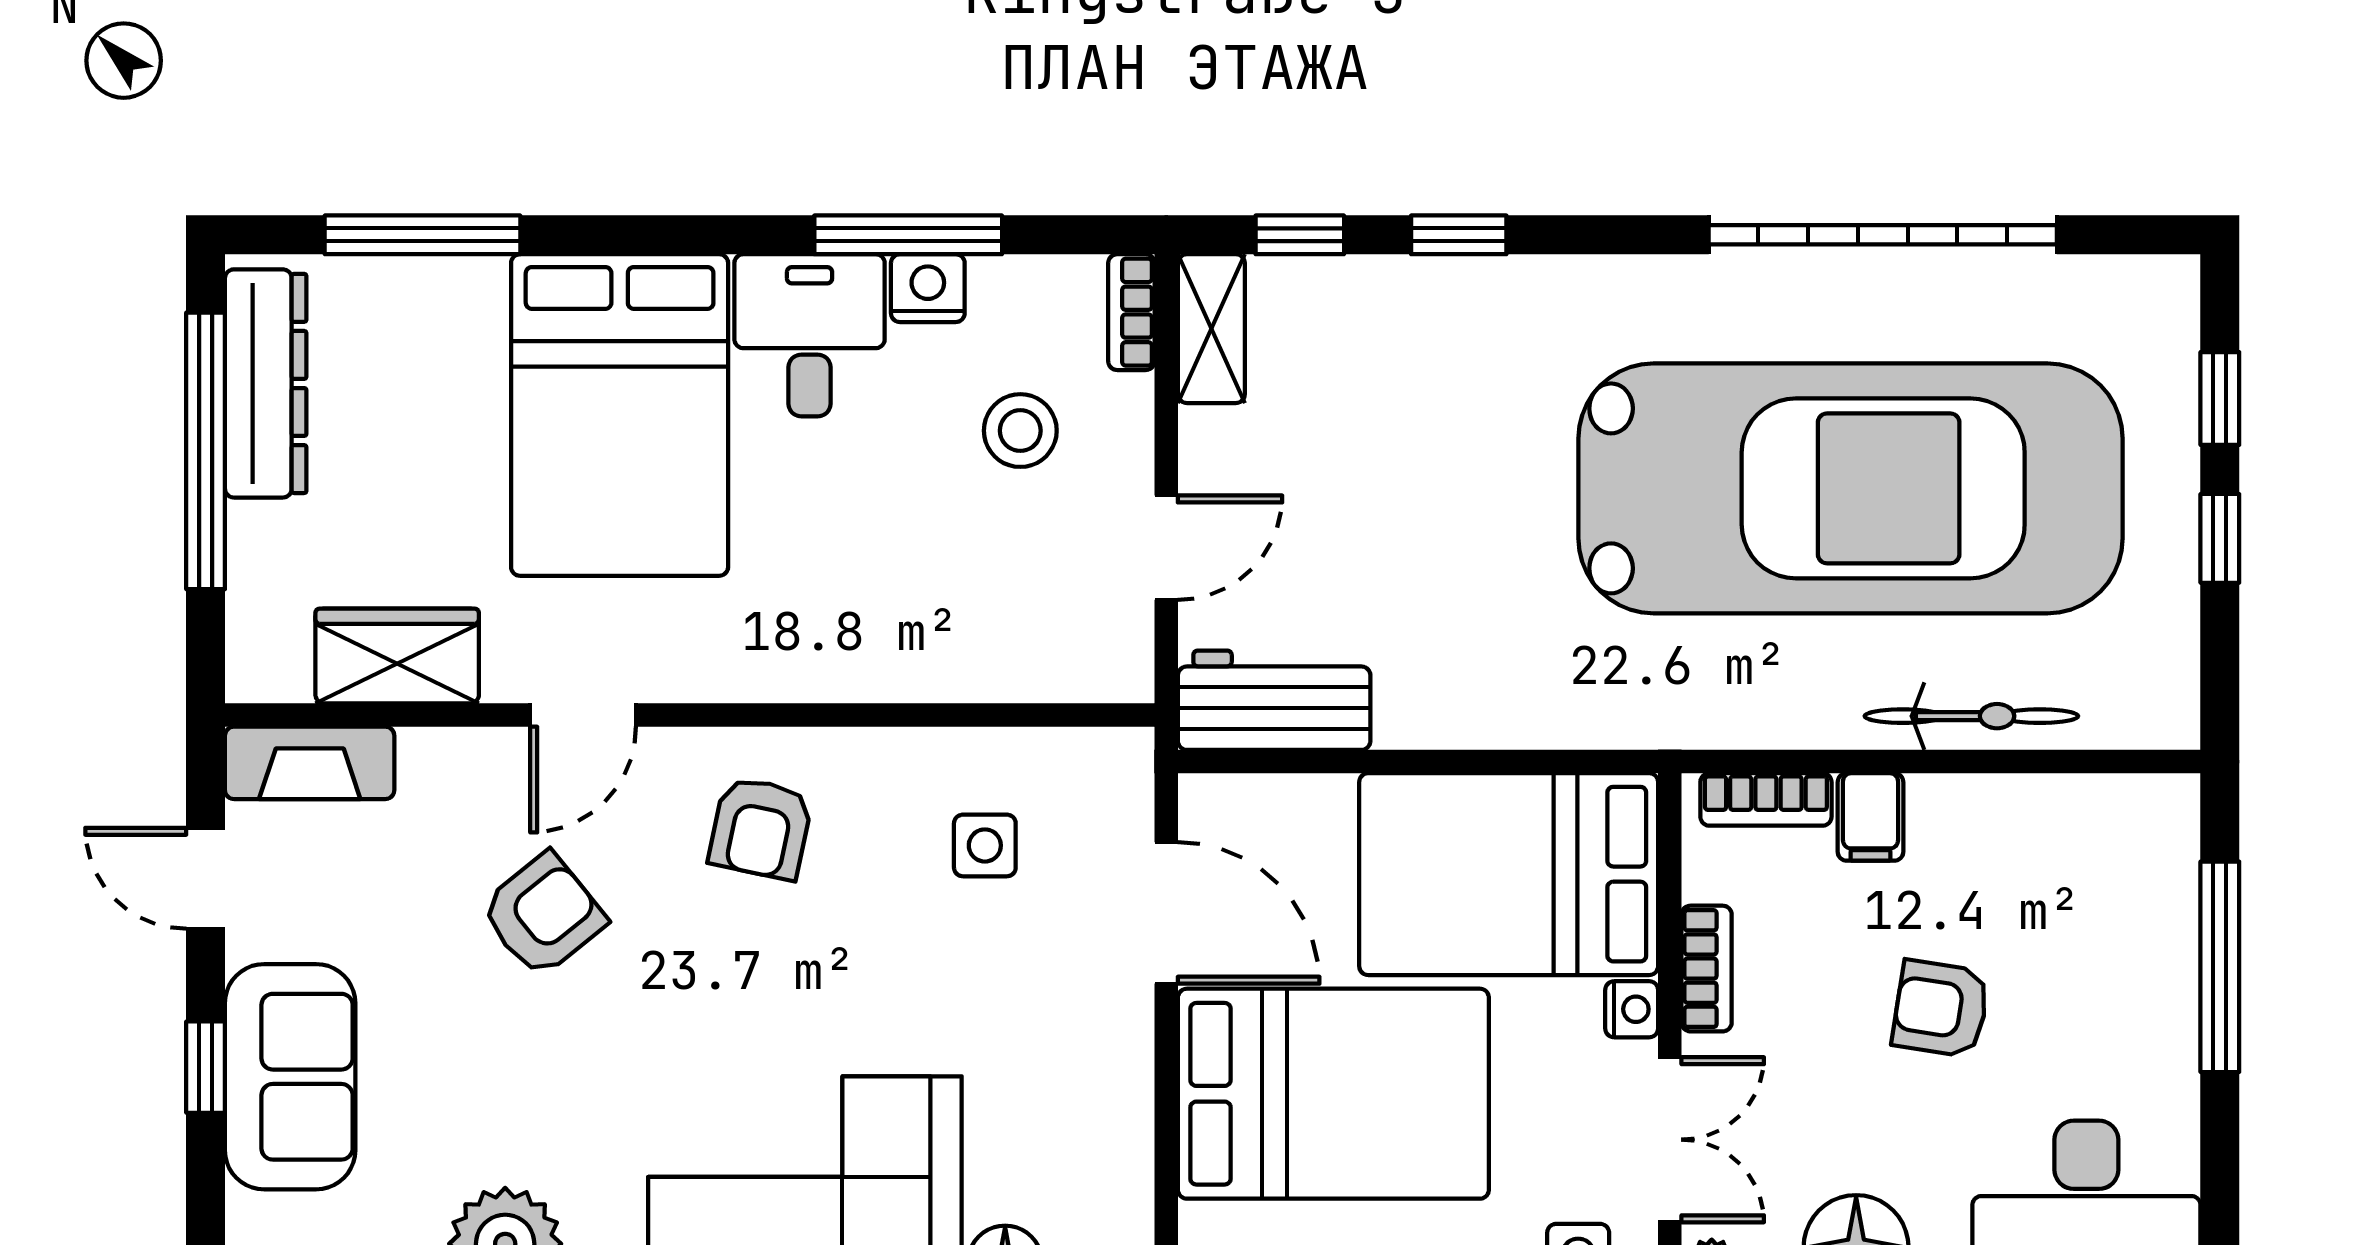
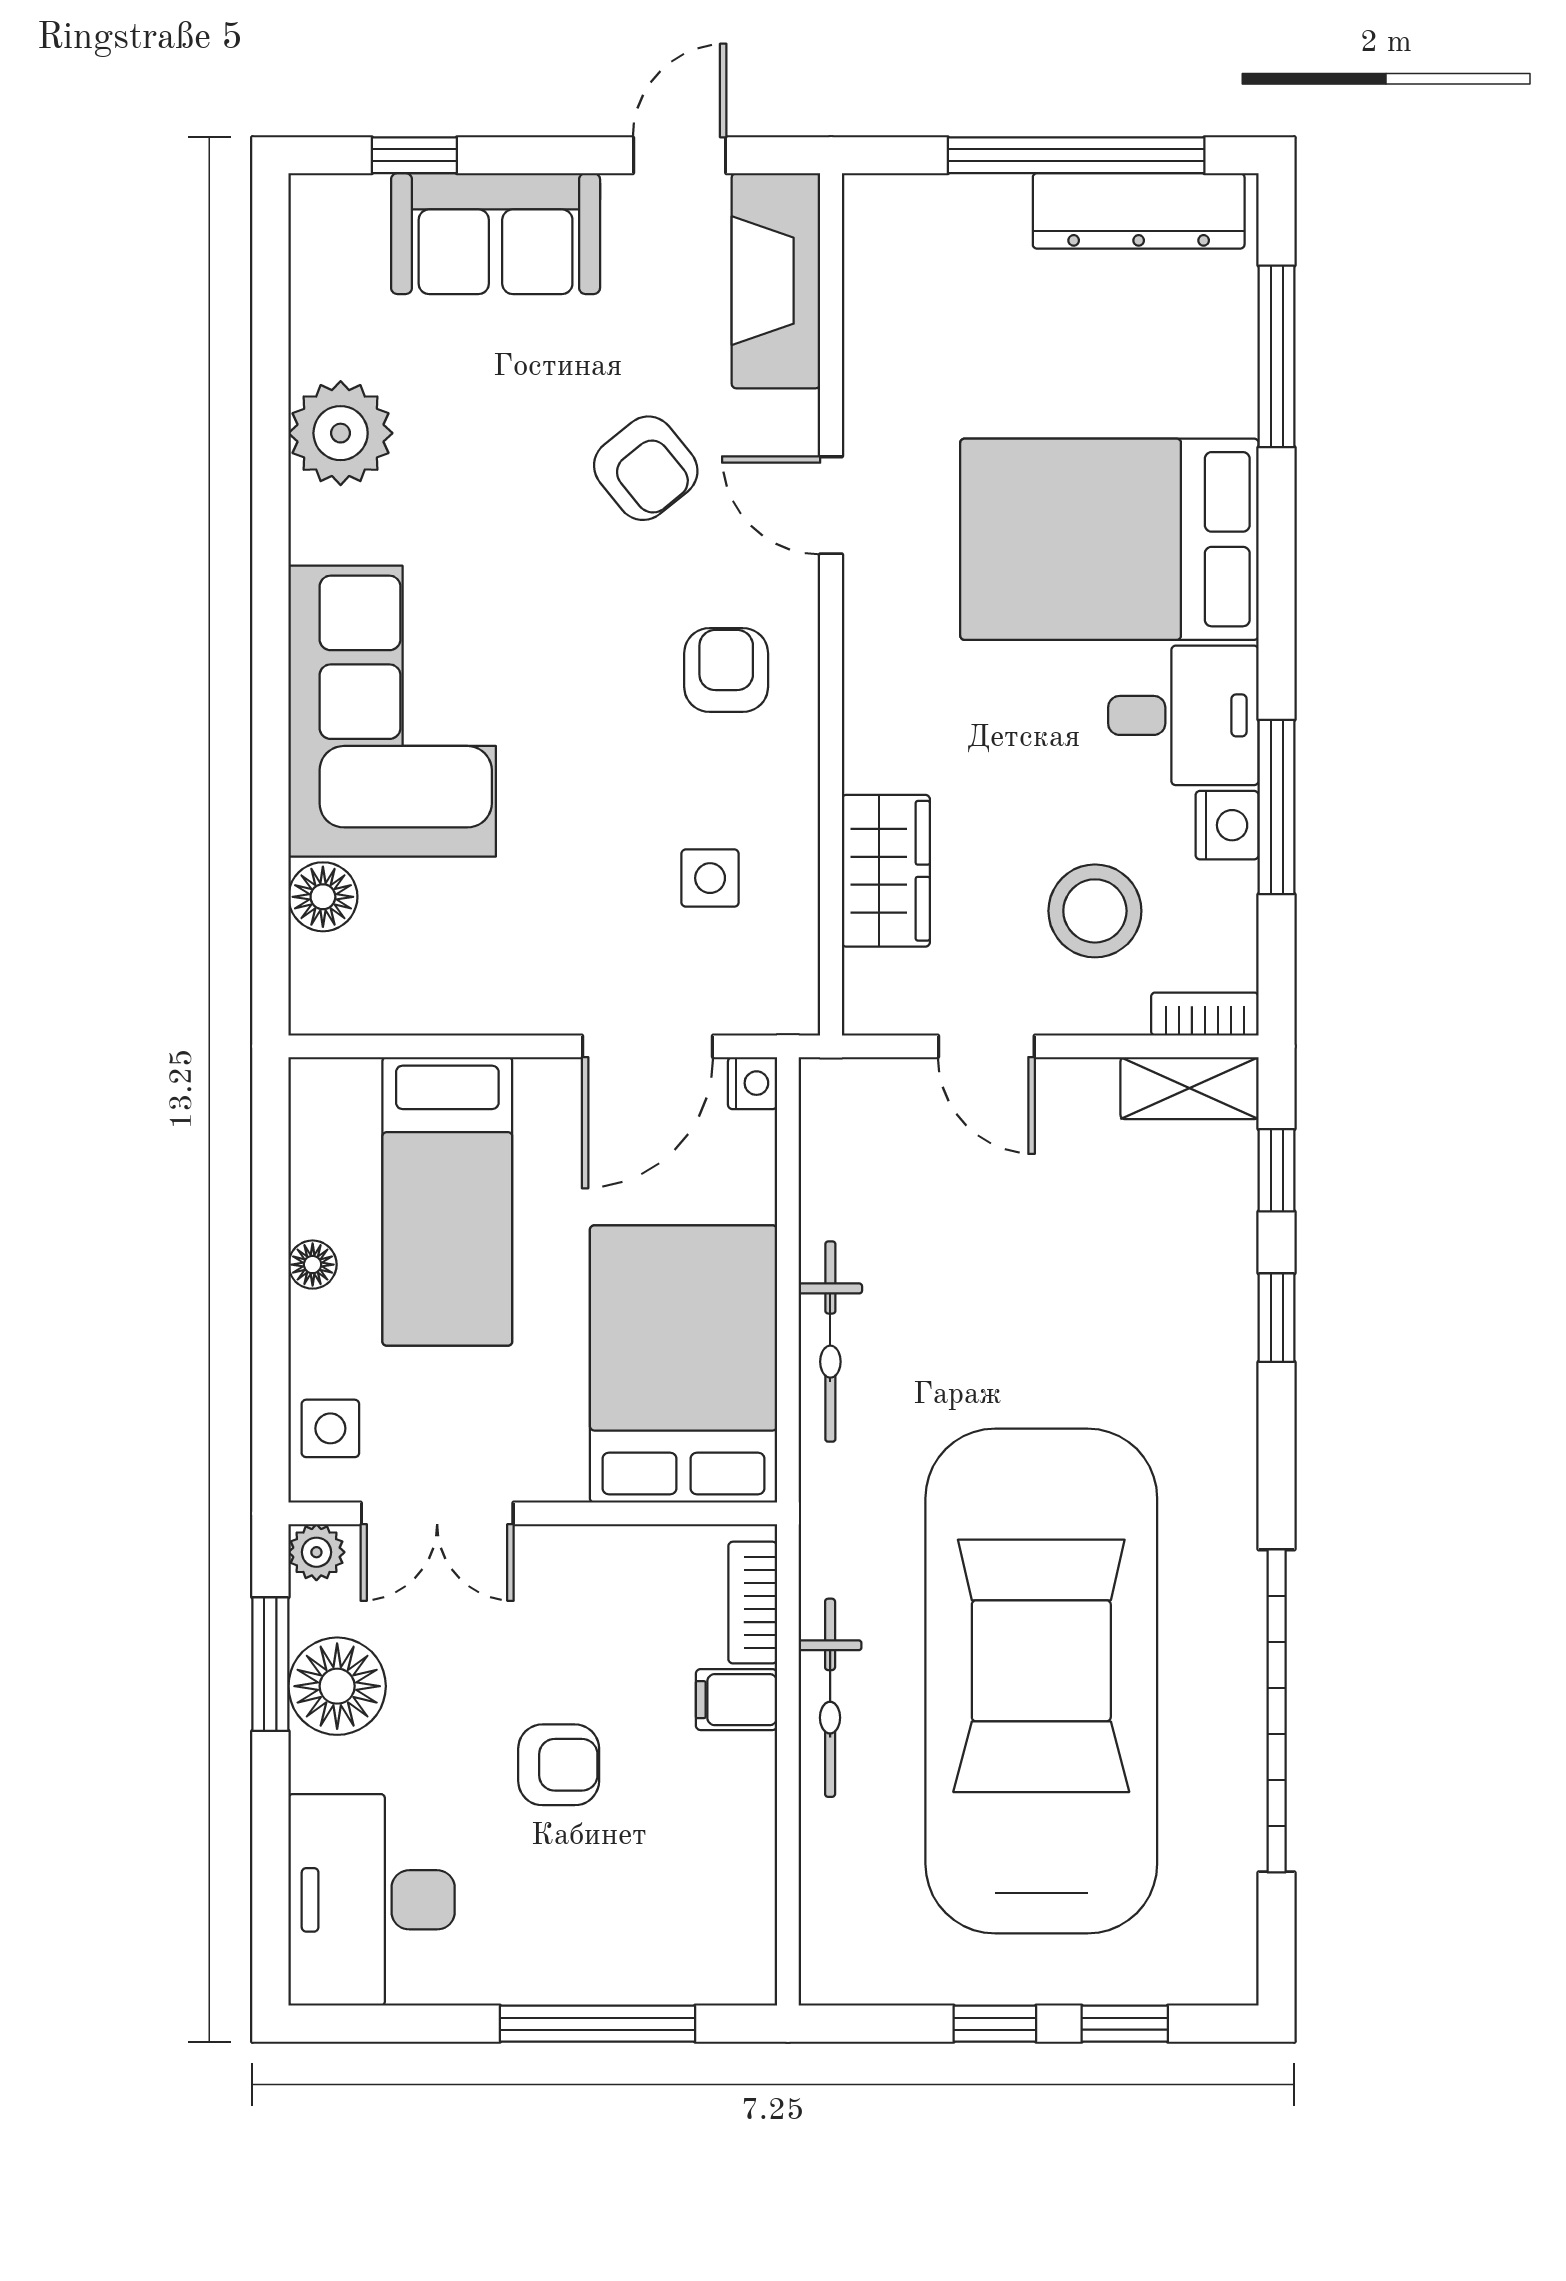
stool: (1020, 431) -> (1095, 911), width x1.38, depth x1.38
car: (1851, 488) -> (1041, 1681), turned 180
wardrobe: (397, 656) -> (886, 871), moved
workbench: (1274, 700) -> (845, 1146), removed
bicycle: (1485, 716) -> (830, 1342), added
bicycle: (1971, 716) -> (830, 1698), moved
fireplace: (310, 763) -> (776, 281), width x1.37, depth x1.32
armchair: (761, 828) -> (726, 670), turned 78
bookcase: (1707, 969) -> (596, 1548), removed
nightstand: (1632, 1009) -> (753, 1083), moved, turned -90
armchair: (1941, 1009) -> (559, 1765), turned 81
window: (206, 1067) -> (414, 155), moved
bed: (1333, 1094) -> (447, 1201), width x0.67

